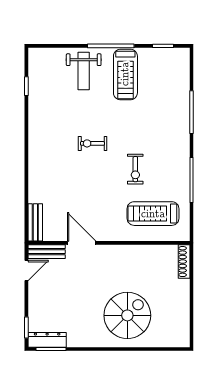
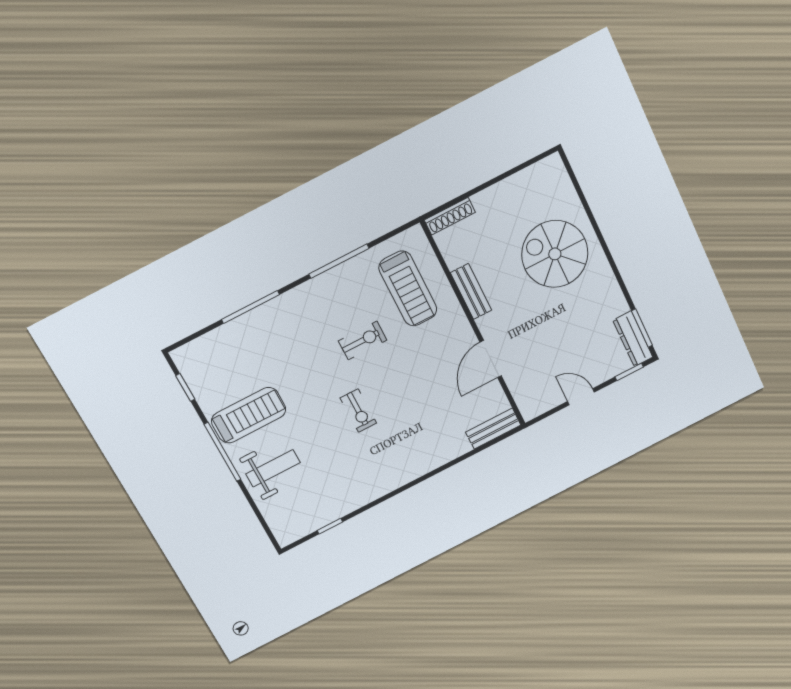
bench: (47, 252) -> (471, 291), moved
door: (26, 271) -> (581, 397), moved

